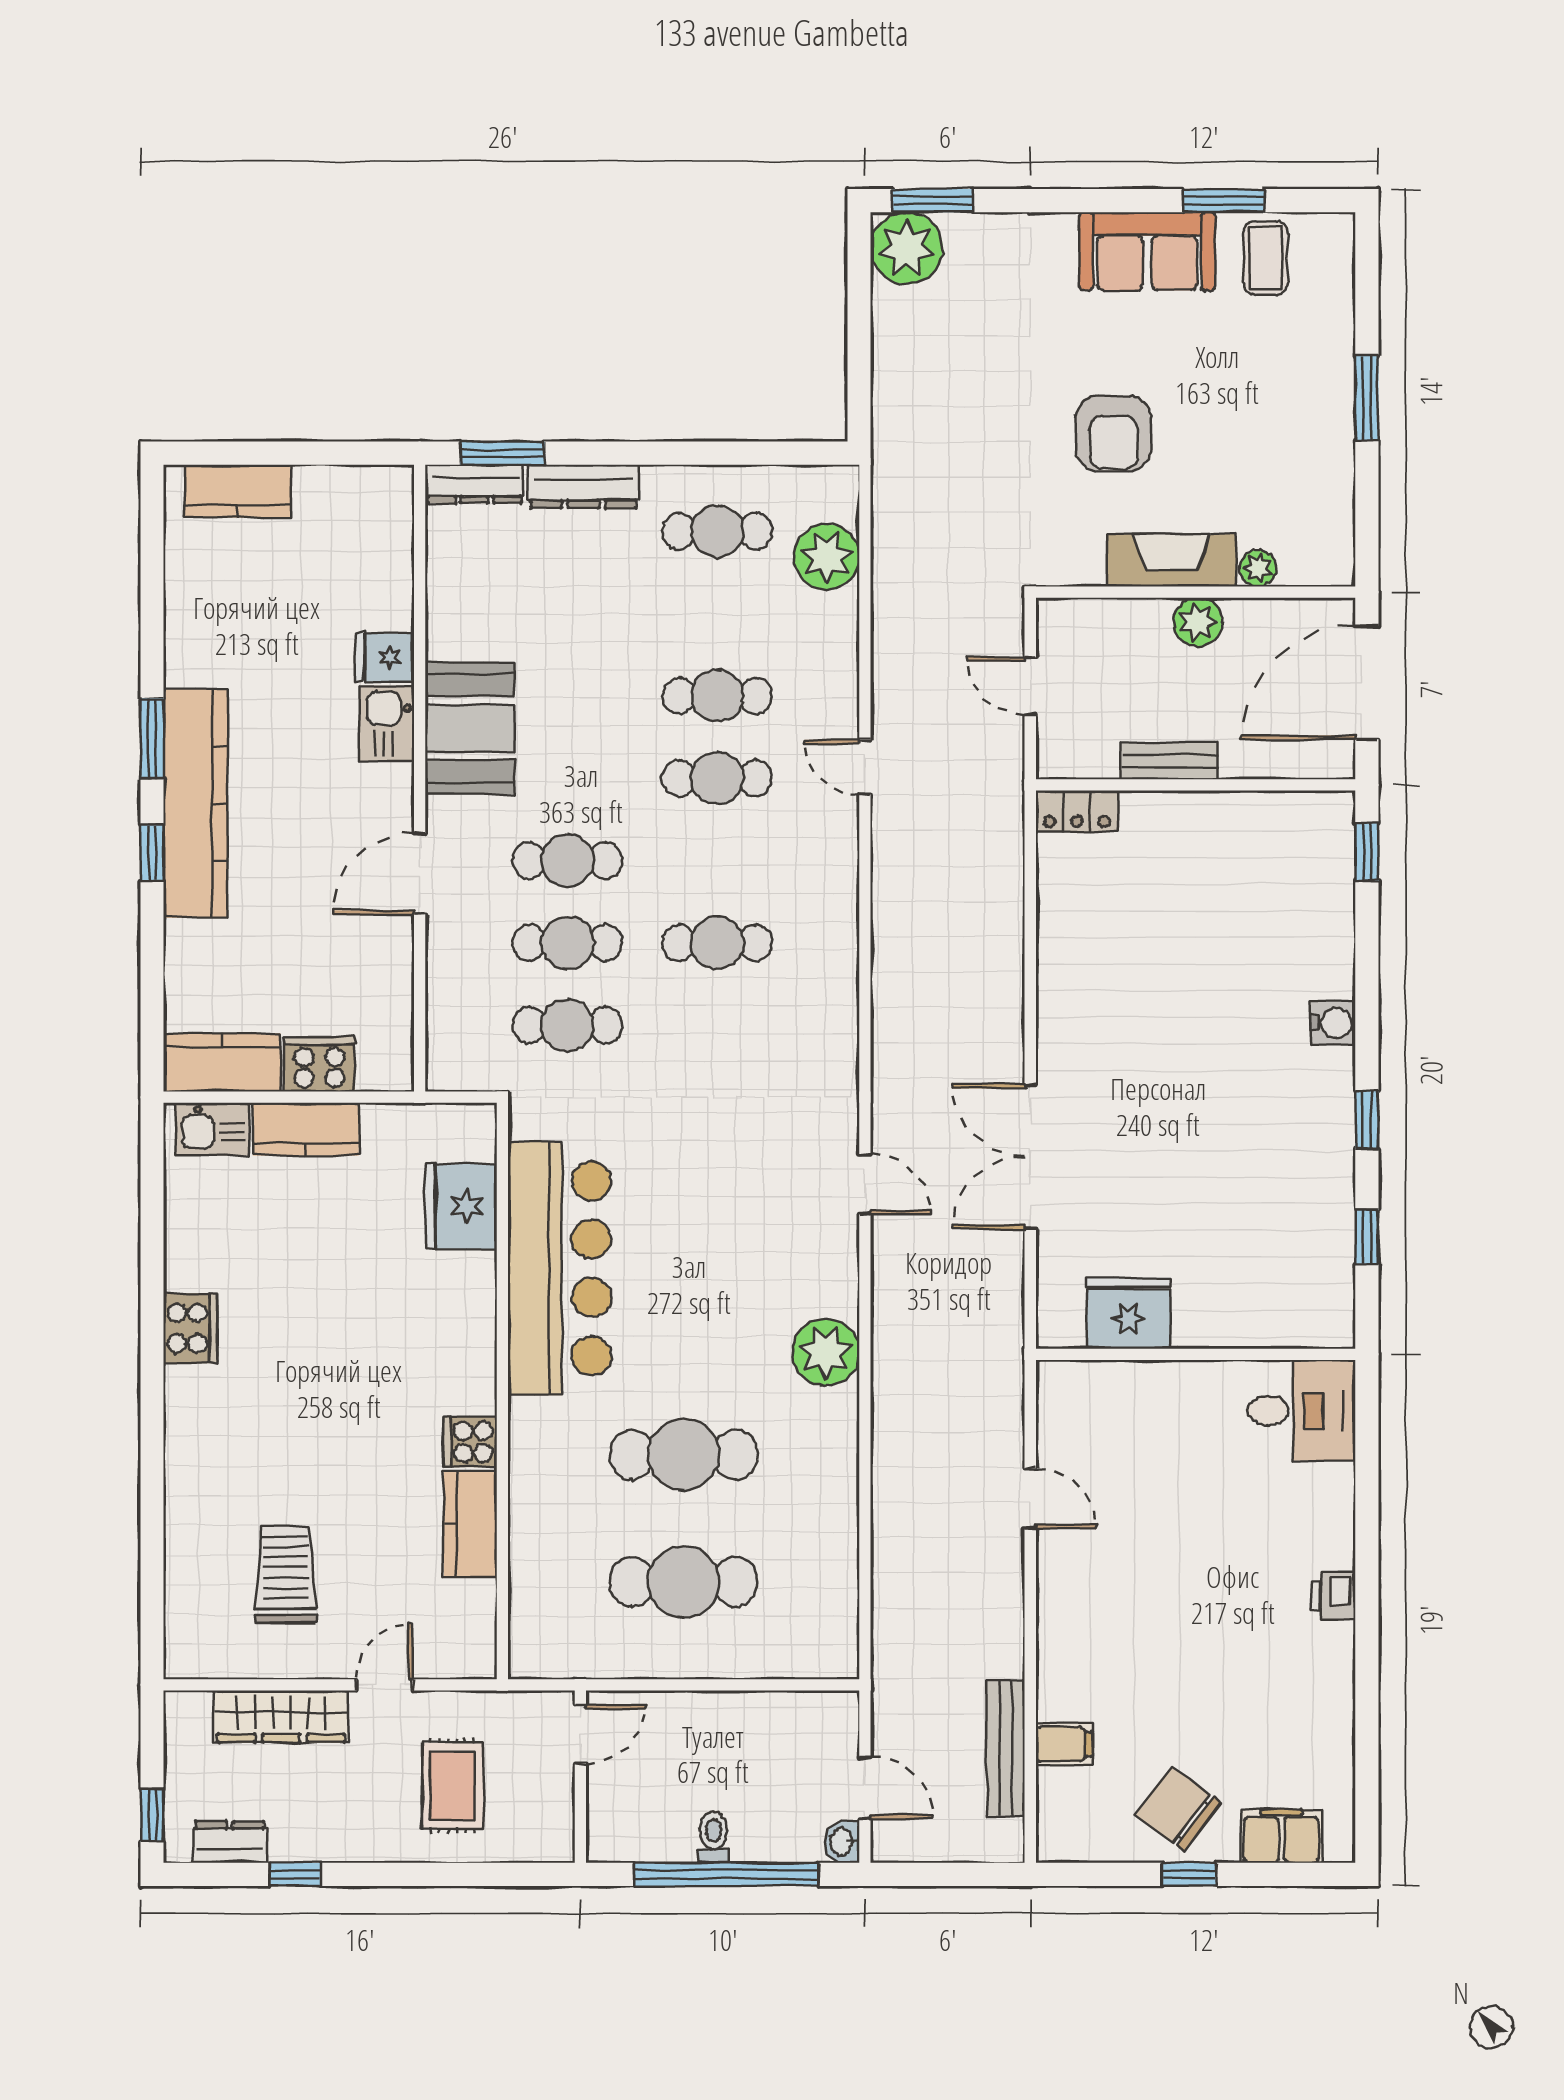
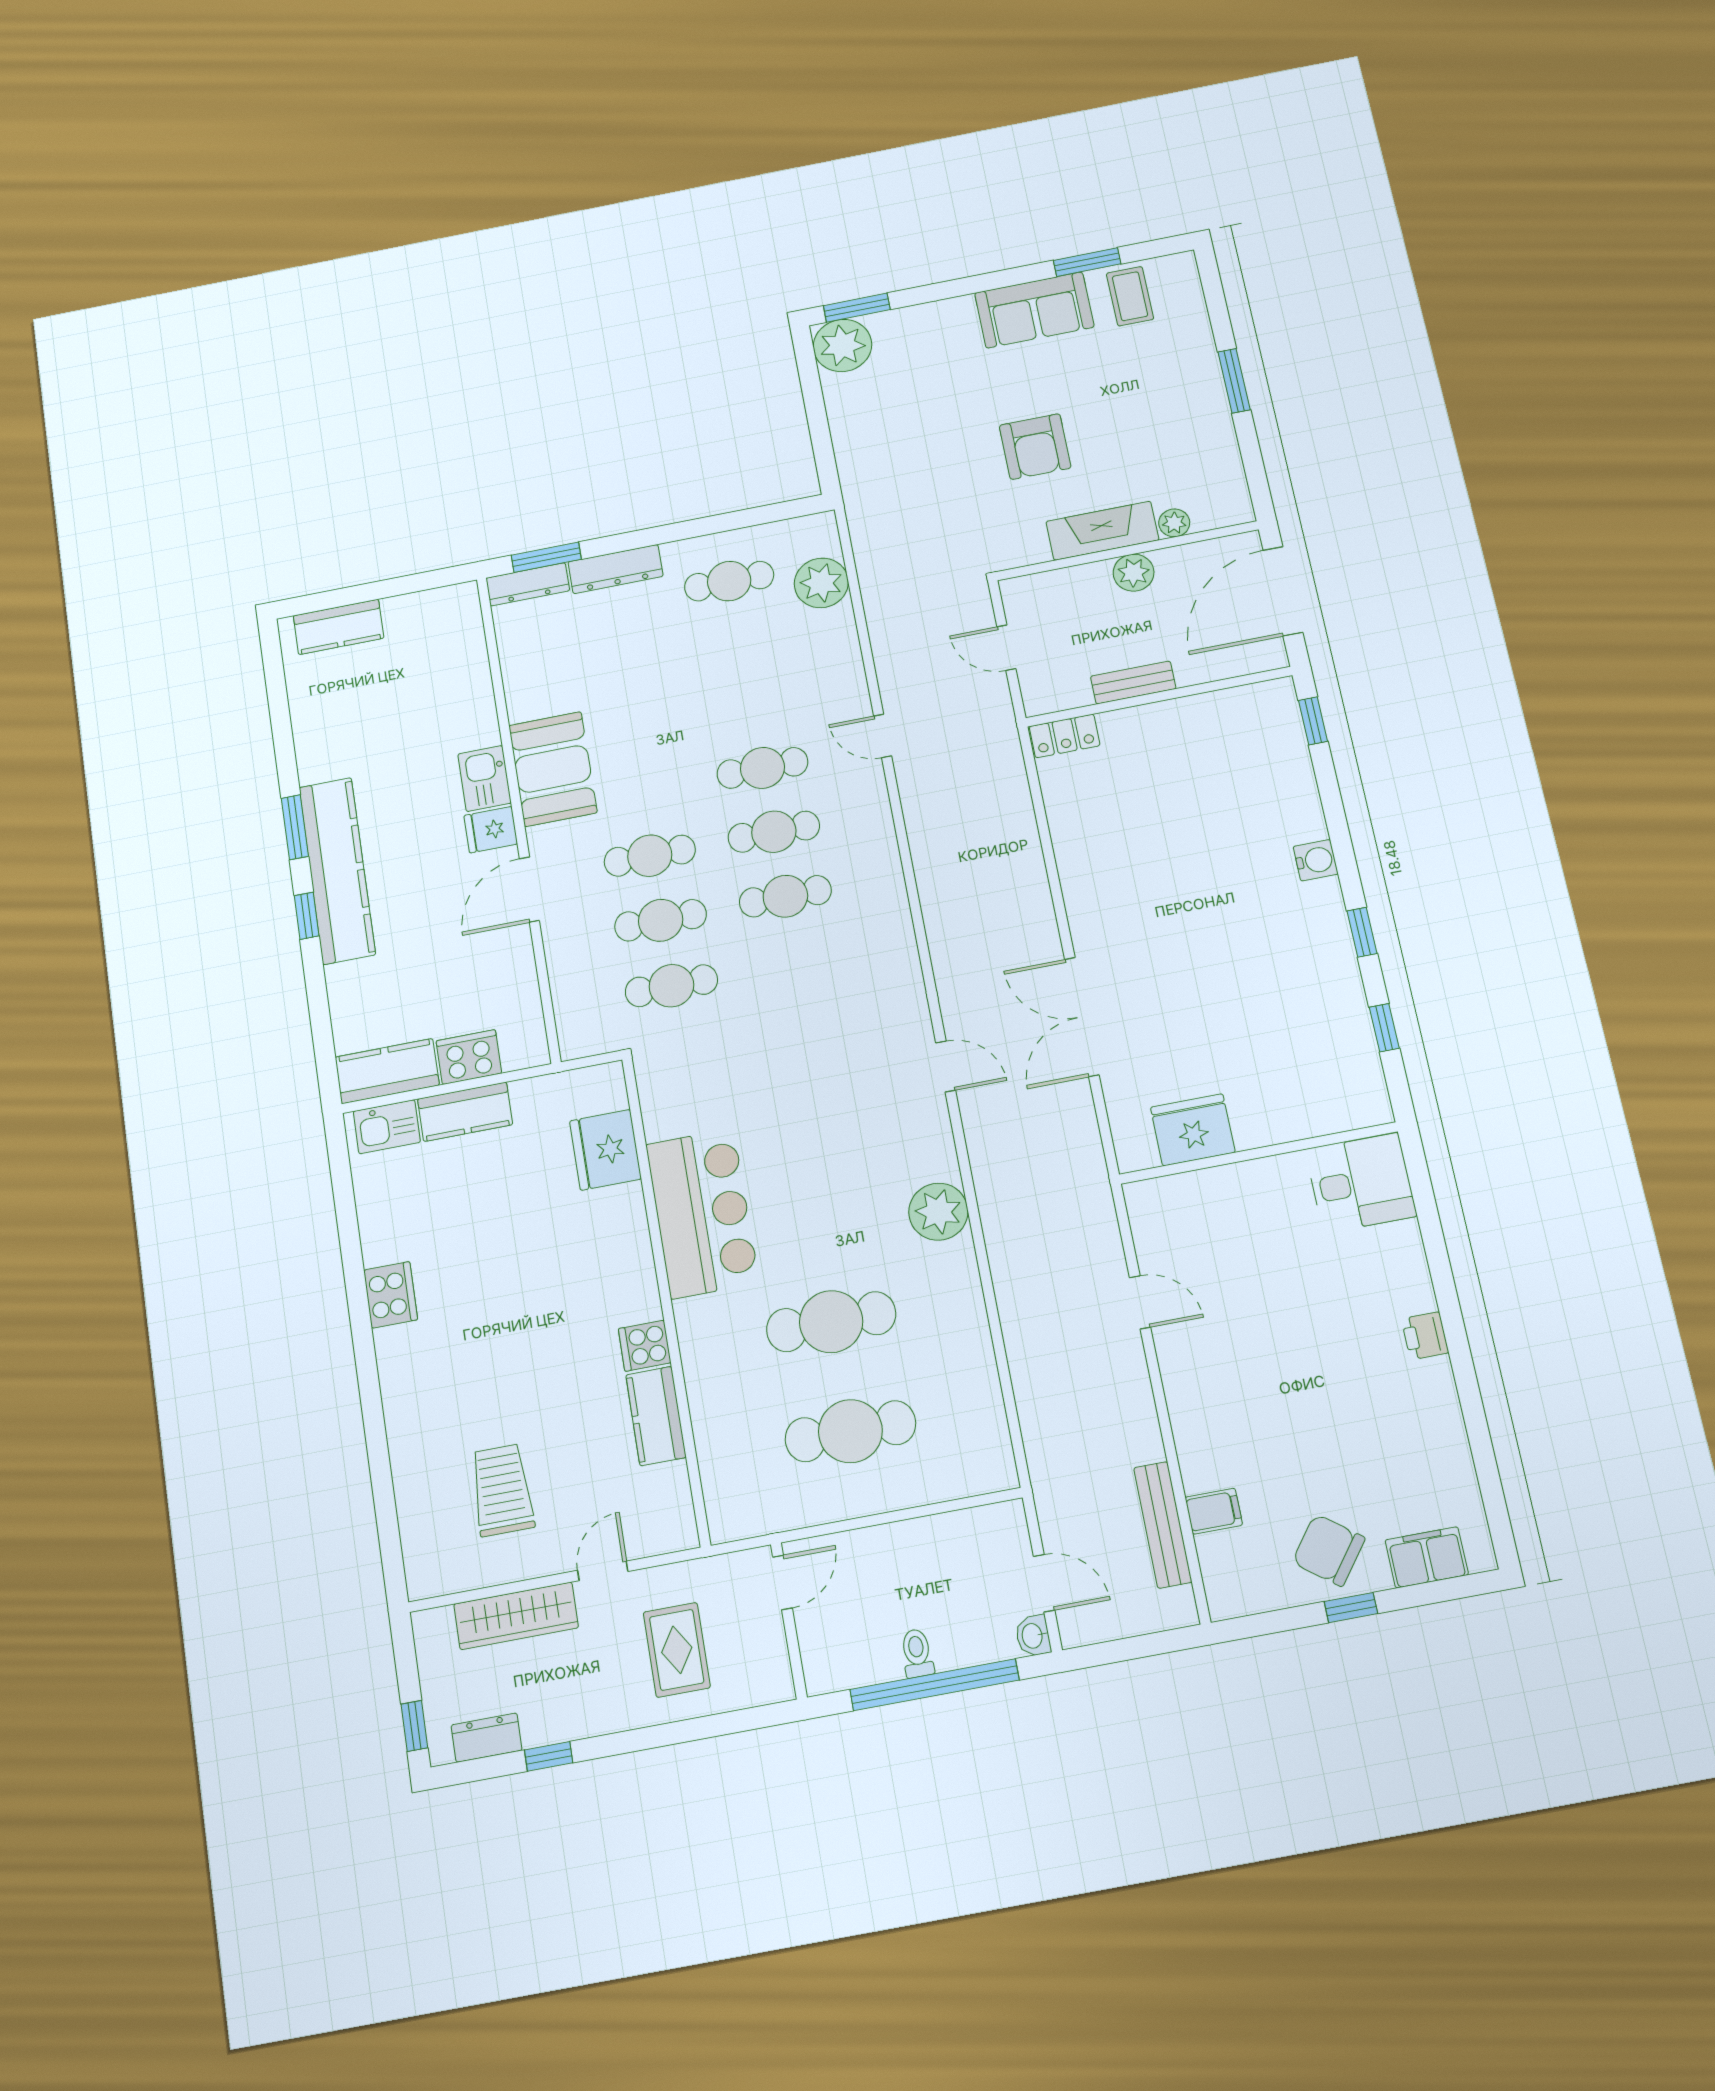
fridge: (385, 657) -> (491, 830), moved
cafe table: (717, 696) -> (774, 832), moved
bar counter: (559, 1268) -> (702, 1213), width x0.73

